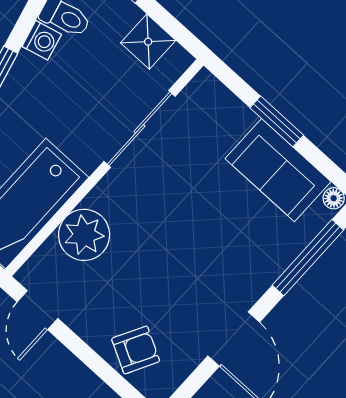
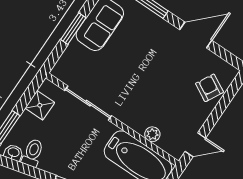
washing machine: (42, 40) -> (47, 164), removed
plant: (84, 235) -> (152, 134), width x0.53, depth x0.53

